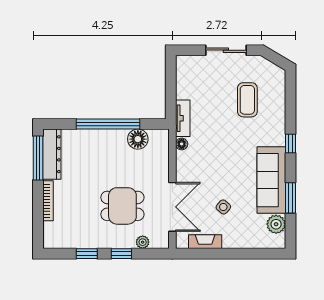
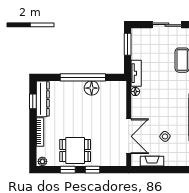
window: (171, 78) -> (128, 44), added
floor lamp: (138, 139) -> (92, 88), moved
window: (38, 158) -> (33, 101), width x0.46
dining table: (122, 206) -> (75, 151), moved
plant: (143, 242) -> (42, 161), moved

